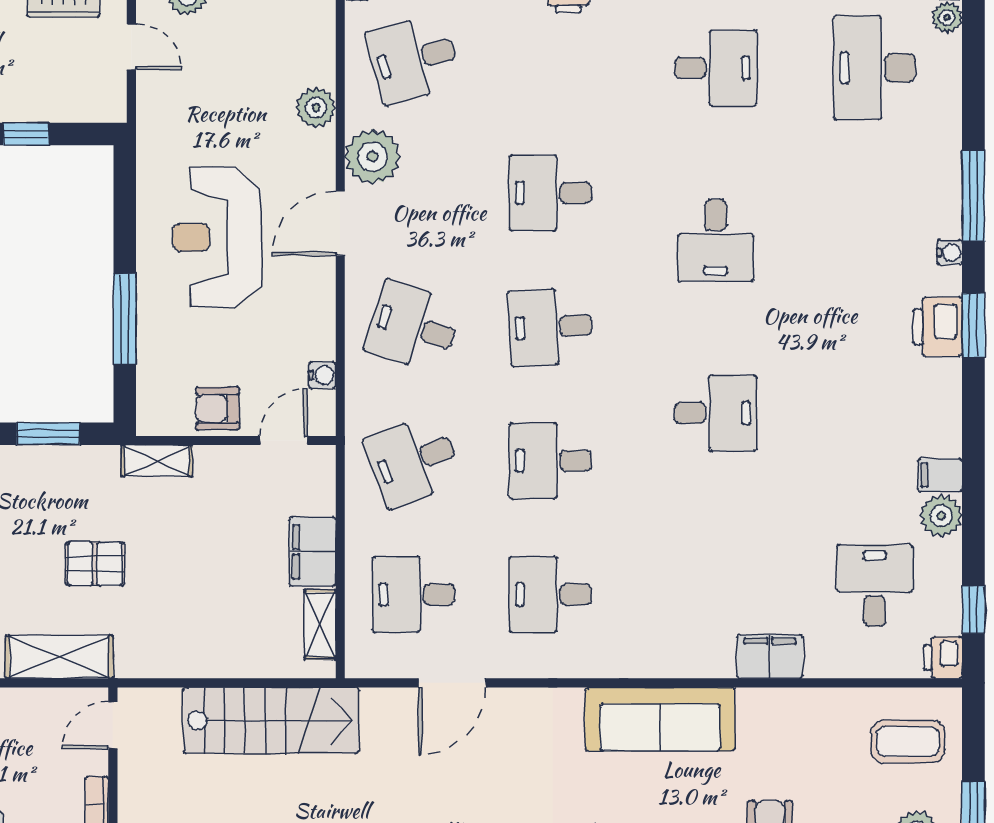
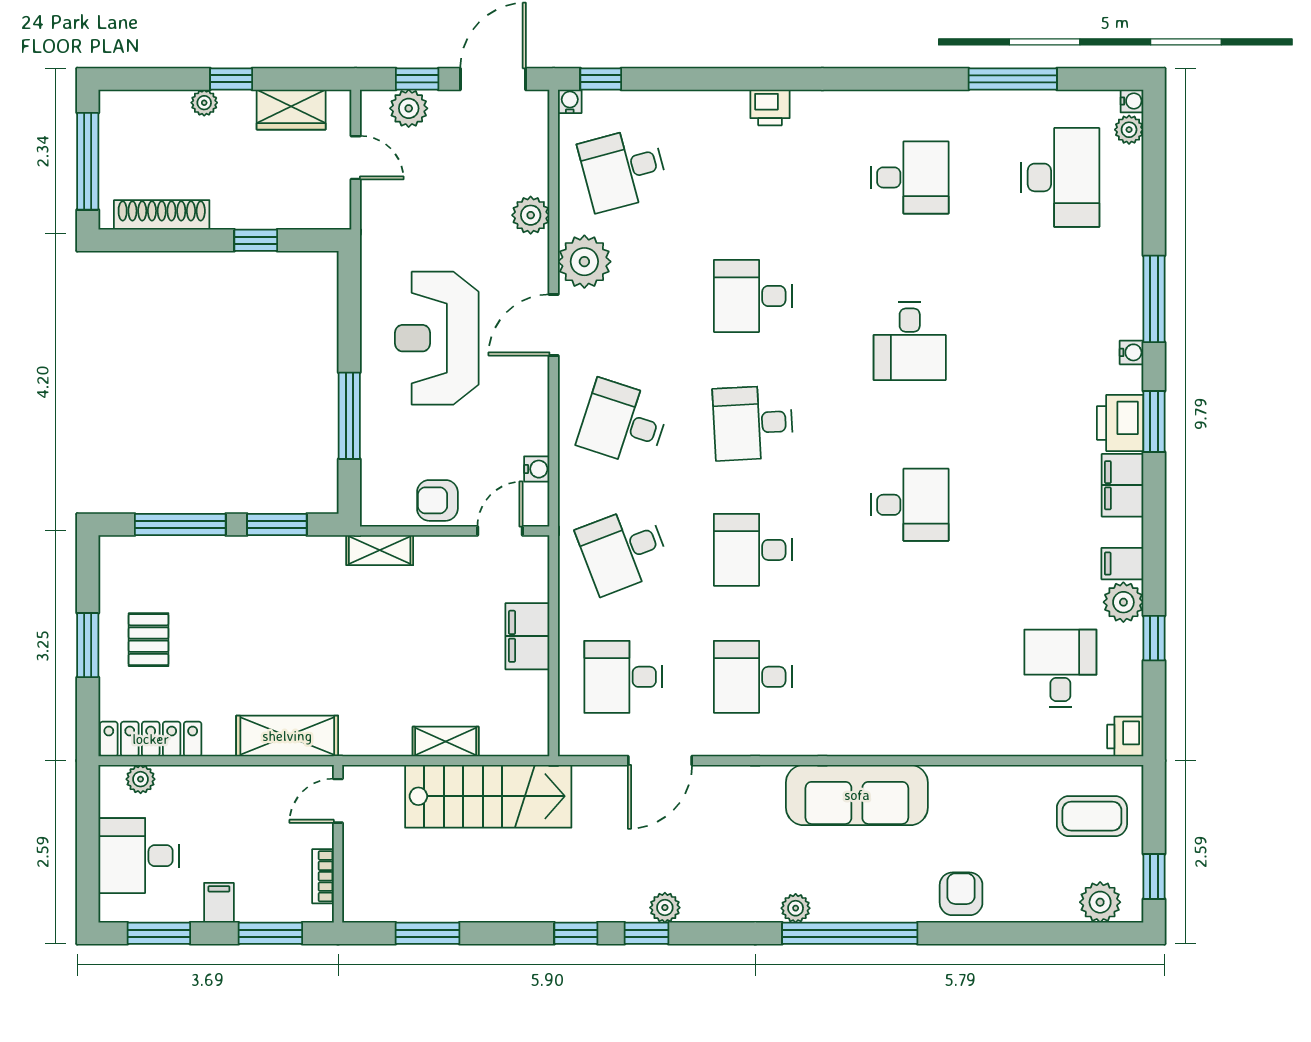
desk: (875, 68) -> (1060, 177), turned 180
pallet: (95, 564) -> (321, 648), removed
window: (973, 610) -> (1154, 638), moved
shelving: (320, 624) -> (446, 742), moved, turned 90
filing cabinet: (770, 656) -> (1123, 485), moved, turned -90

